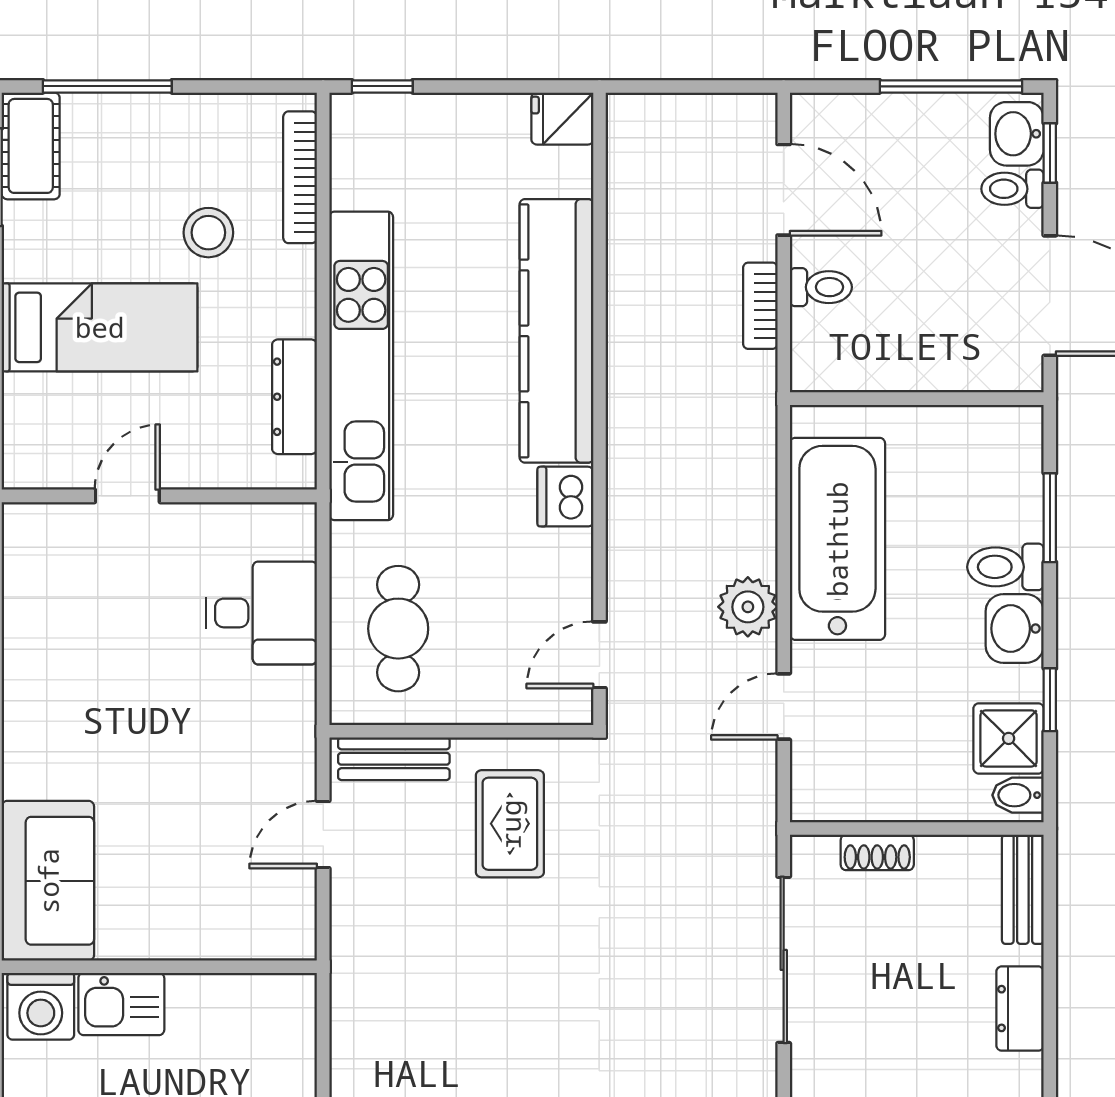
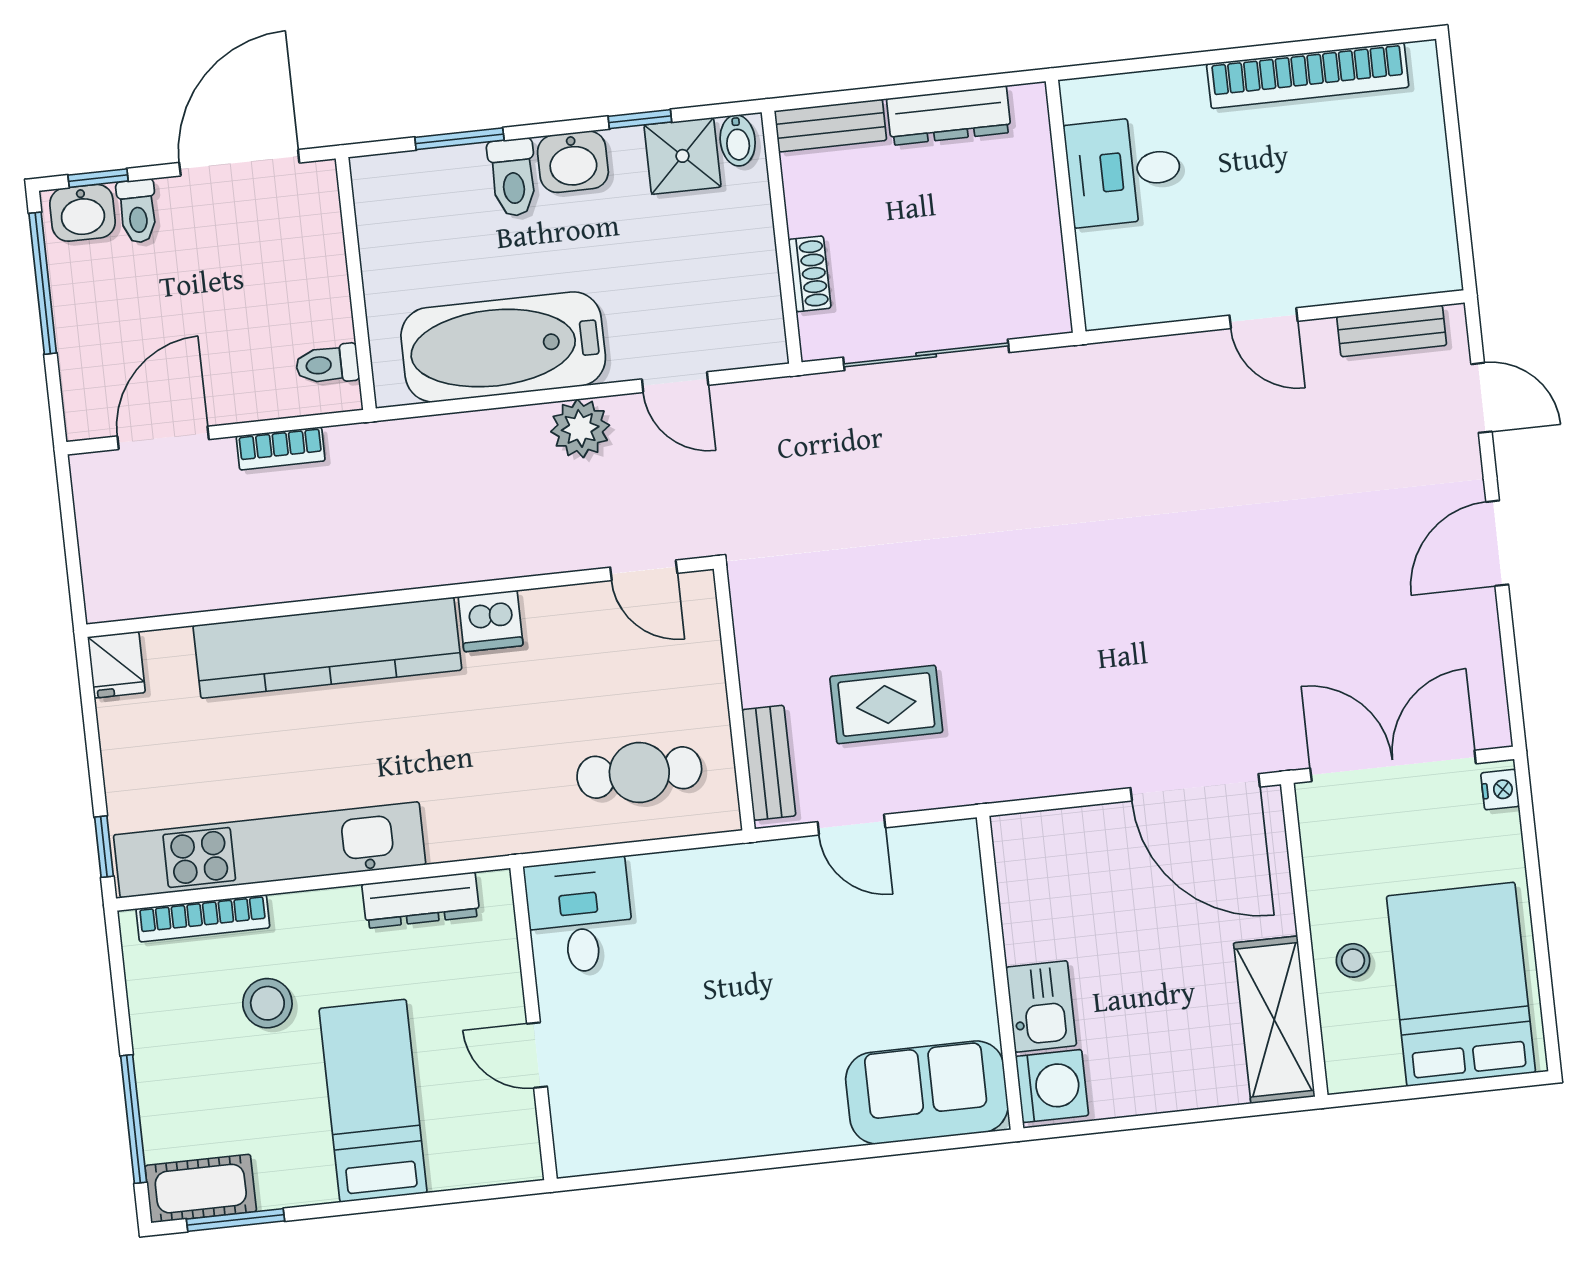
toilet: (821, 287) -> (327, 364), moved, turned -90
kitchen unit: (361, 366) -> (270, 850), moved
desk: (262, 613) -> (580, 916), moved
rug: (510, 824) -> (886, 705), moved
dresser: (1020, 1009) -> (949, 116), width x1.44

